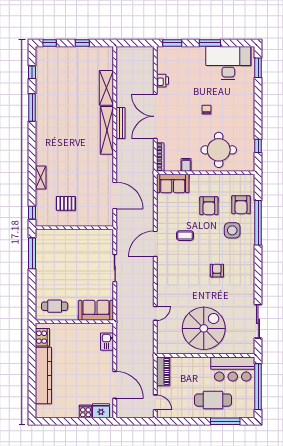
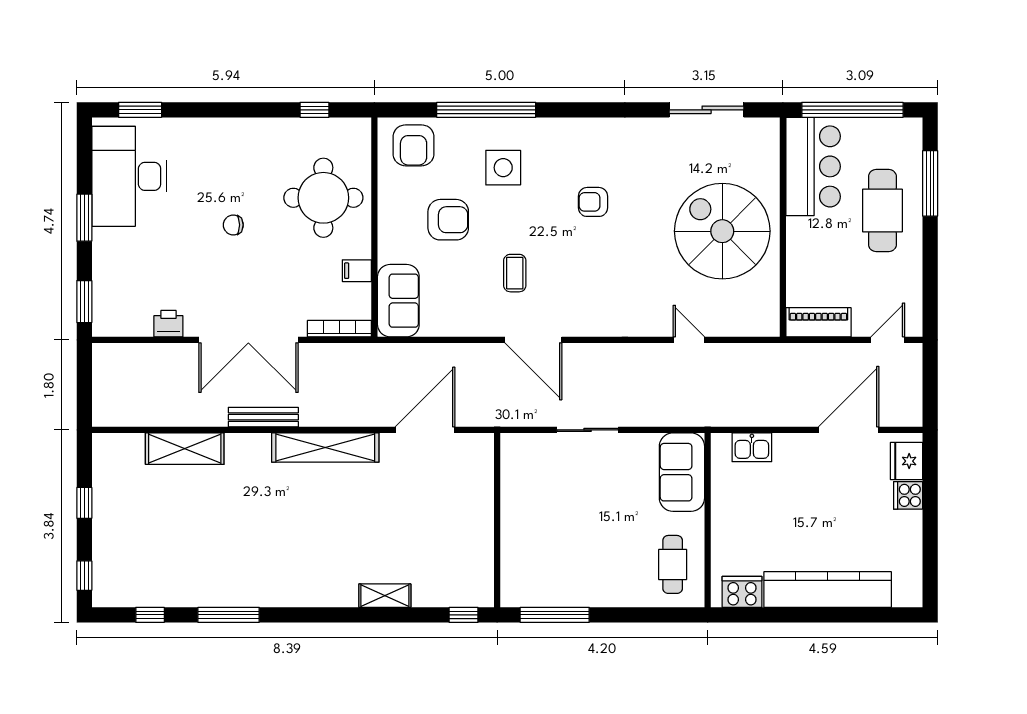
shelving: (107, 130) -> (325, 448), moved
pallet: (66, 203) -> (443, 539), removed
armchair: (241, 205) -> (414, 145), moved, turned 90

